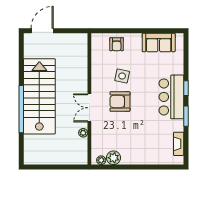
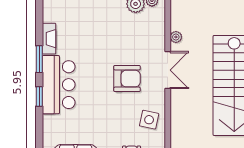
side table: (122, 76) -> (149, 120), moved
fireplace: (179, 144) -> (49, 39), moved

